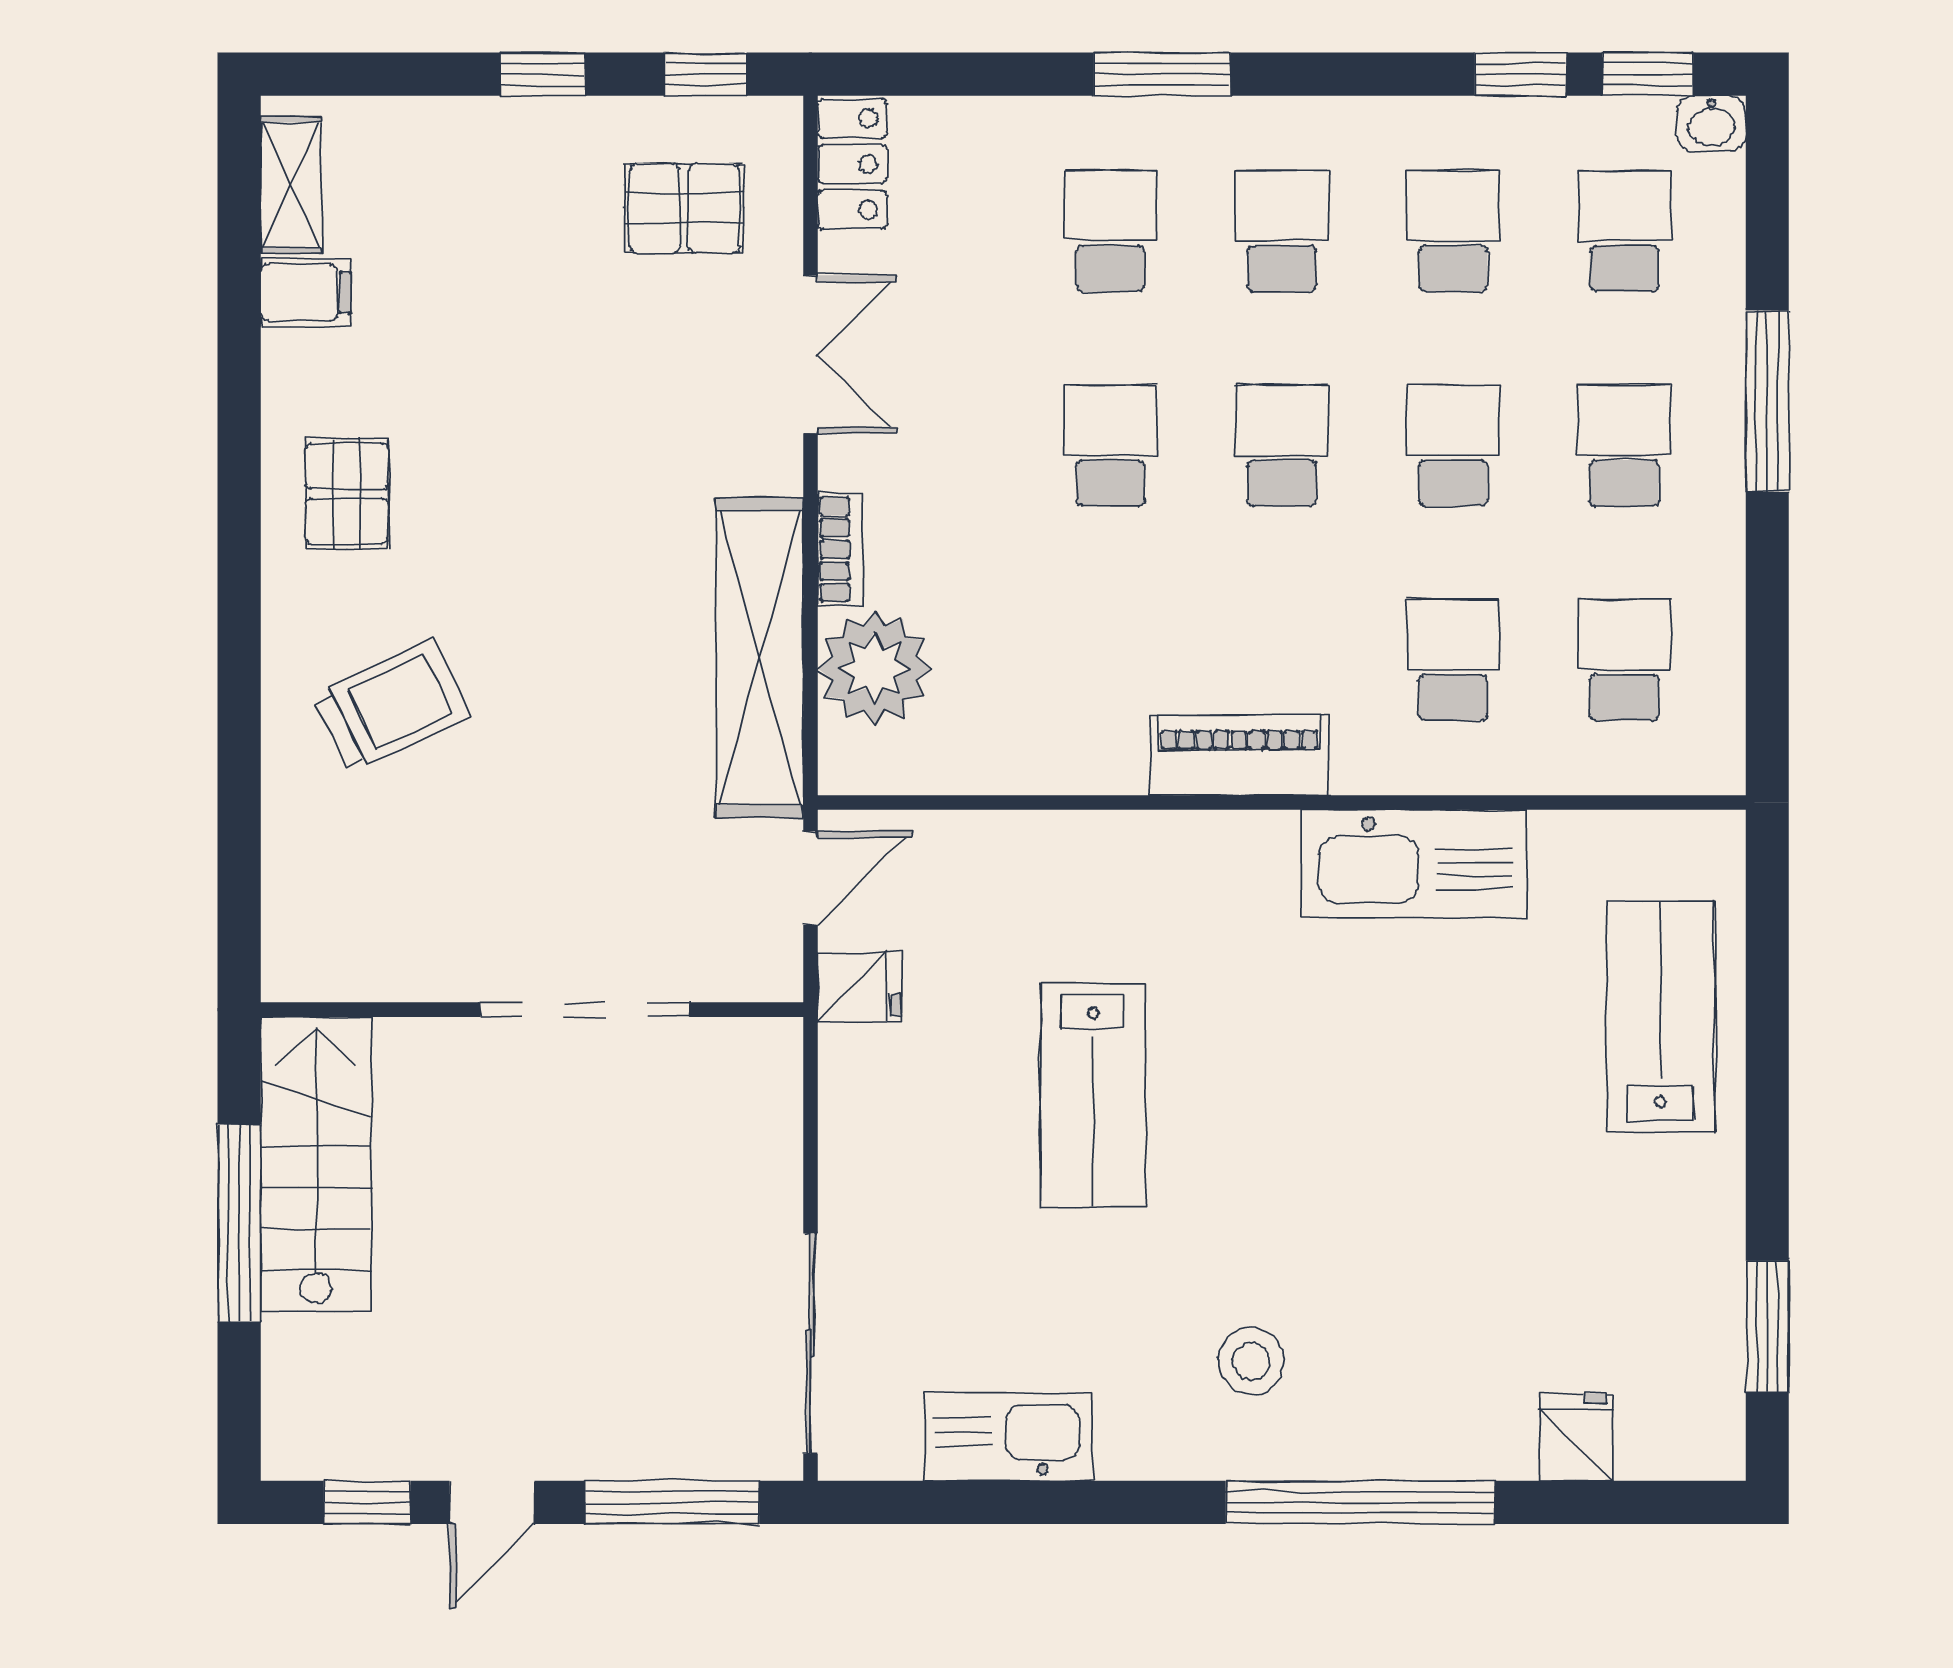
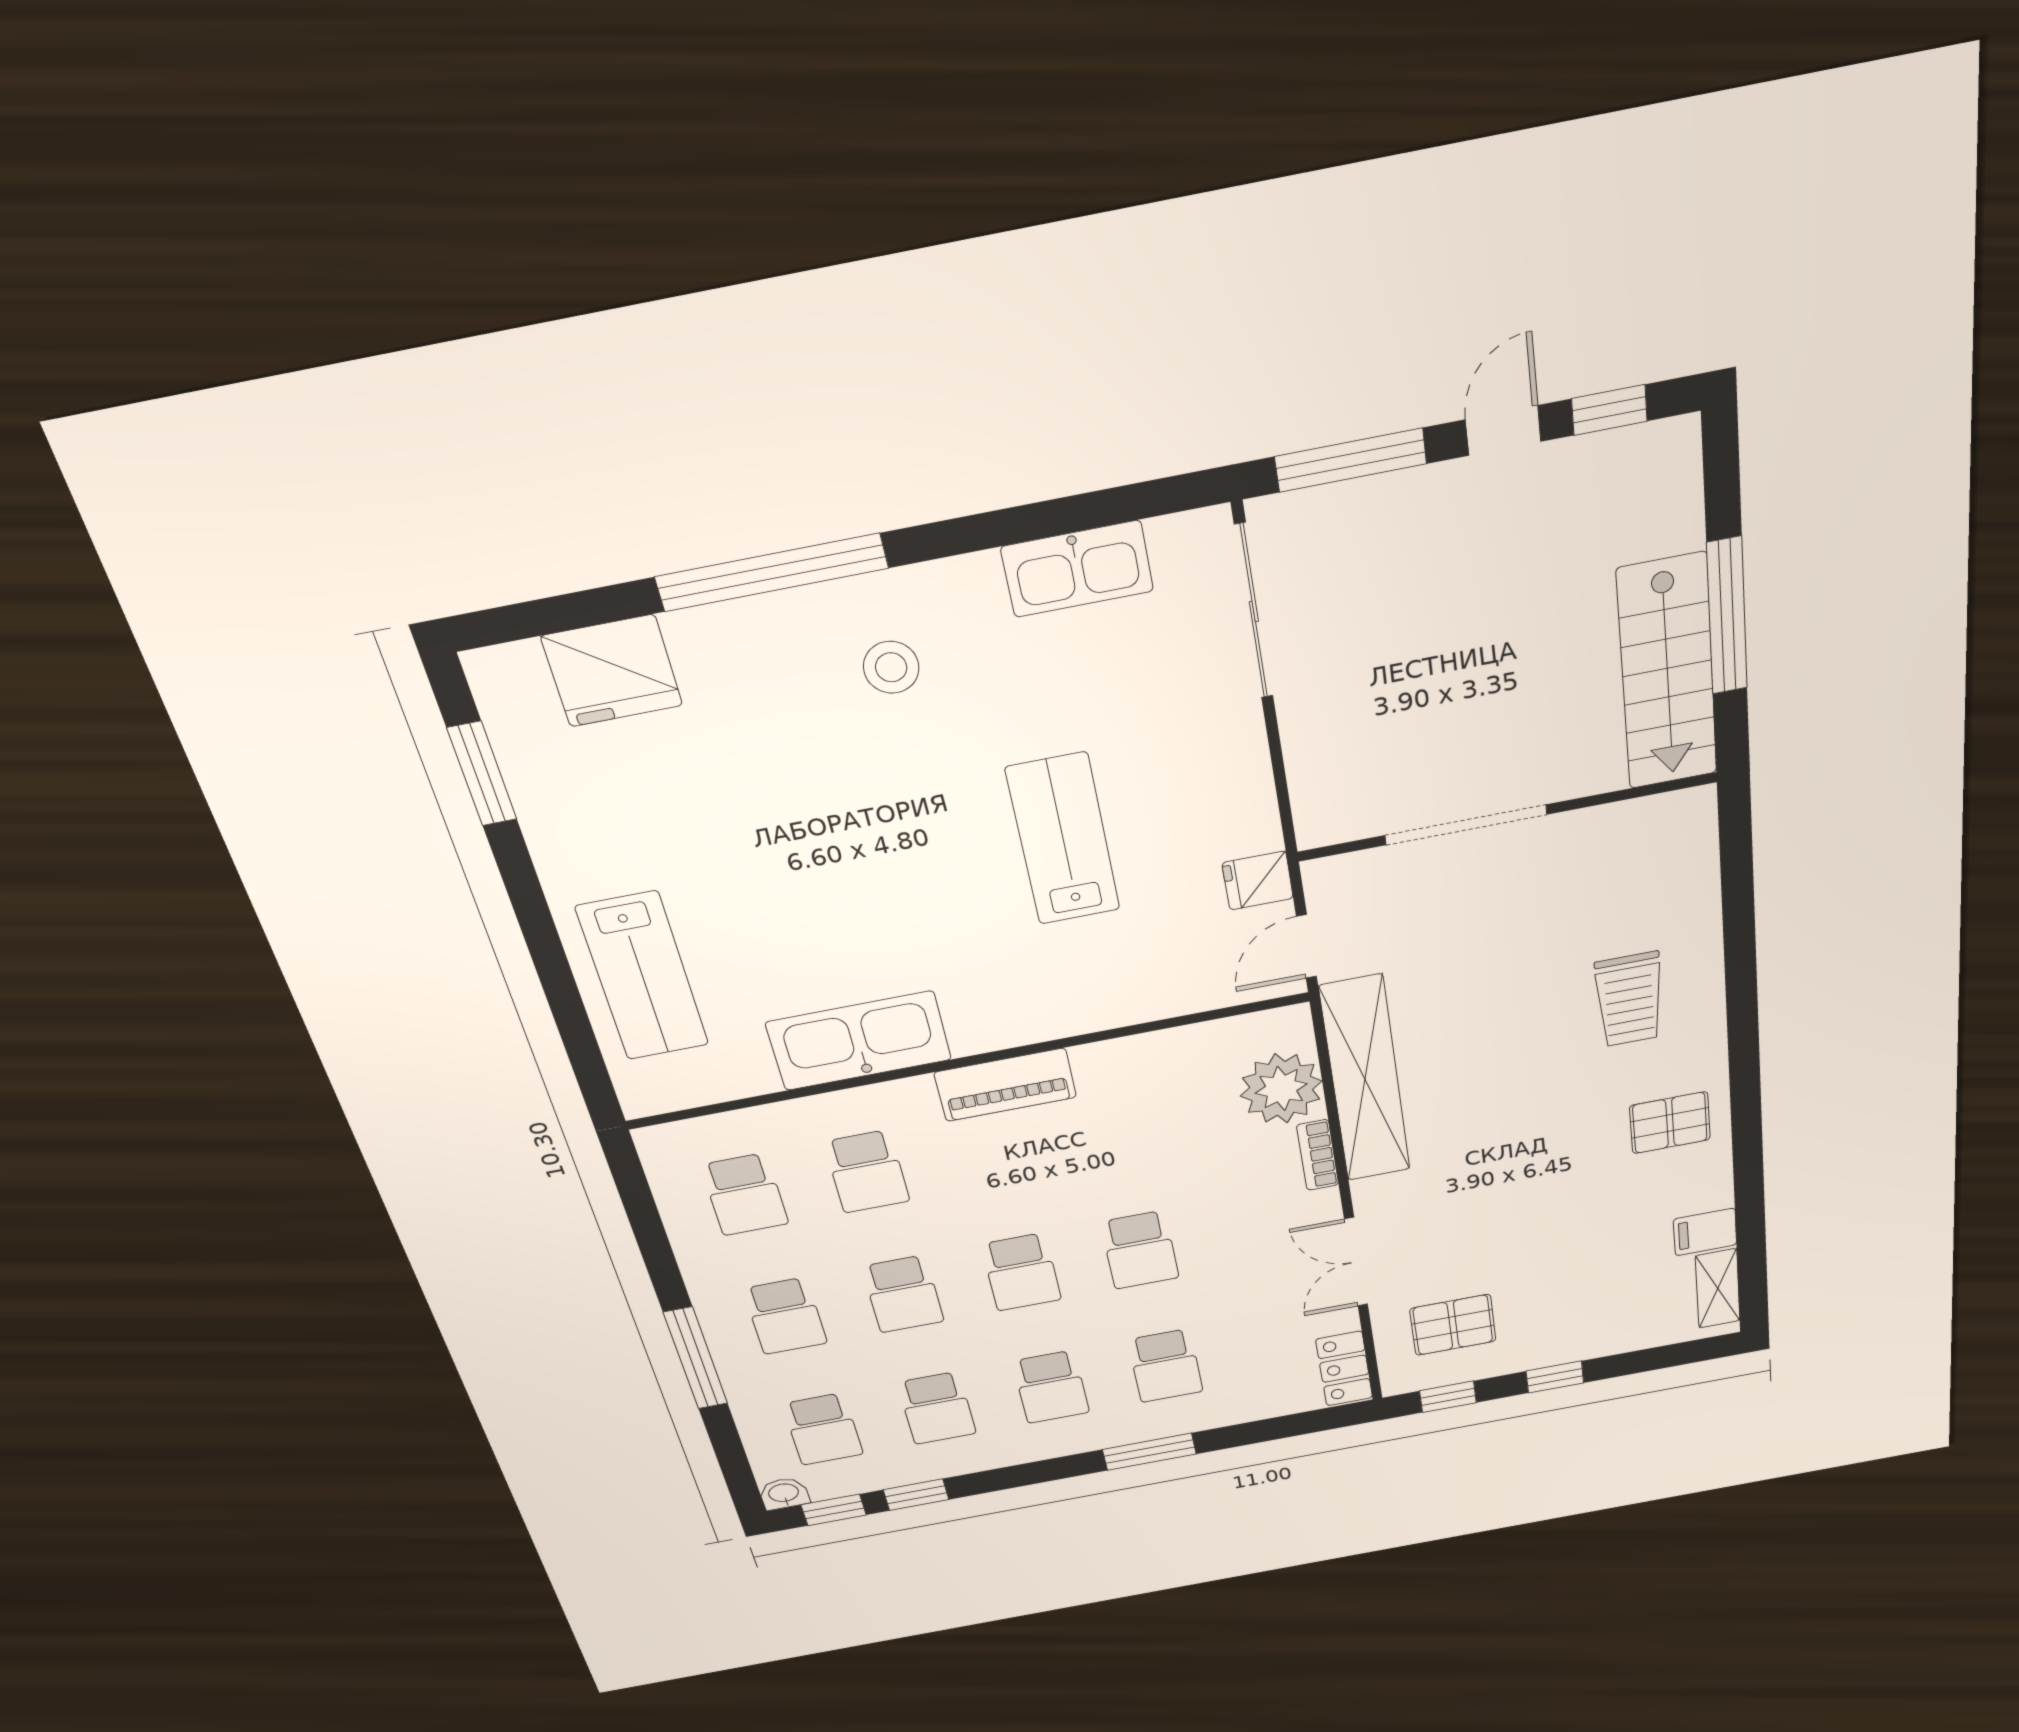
pallet: (347, 494) -> (1670, 1123), turned 90
trolley: (392, 706) -> (1629, 999), turned -64
fridge: (1576, 1437) -> (612, 671), width x1.88, depth x1.34

